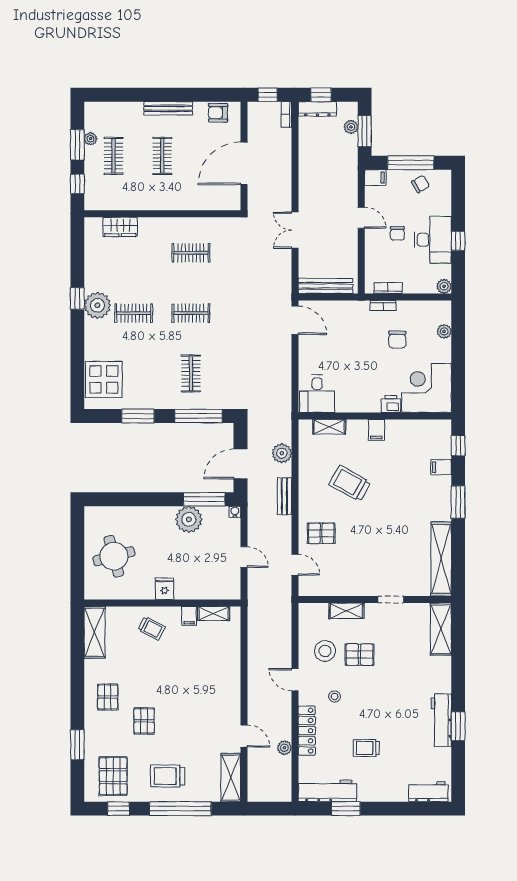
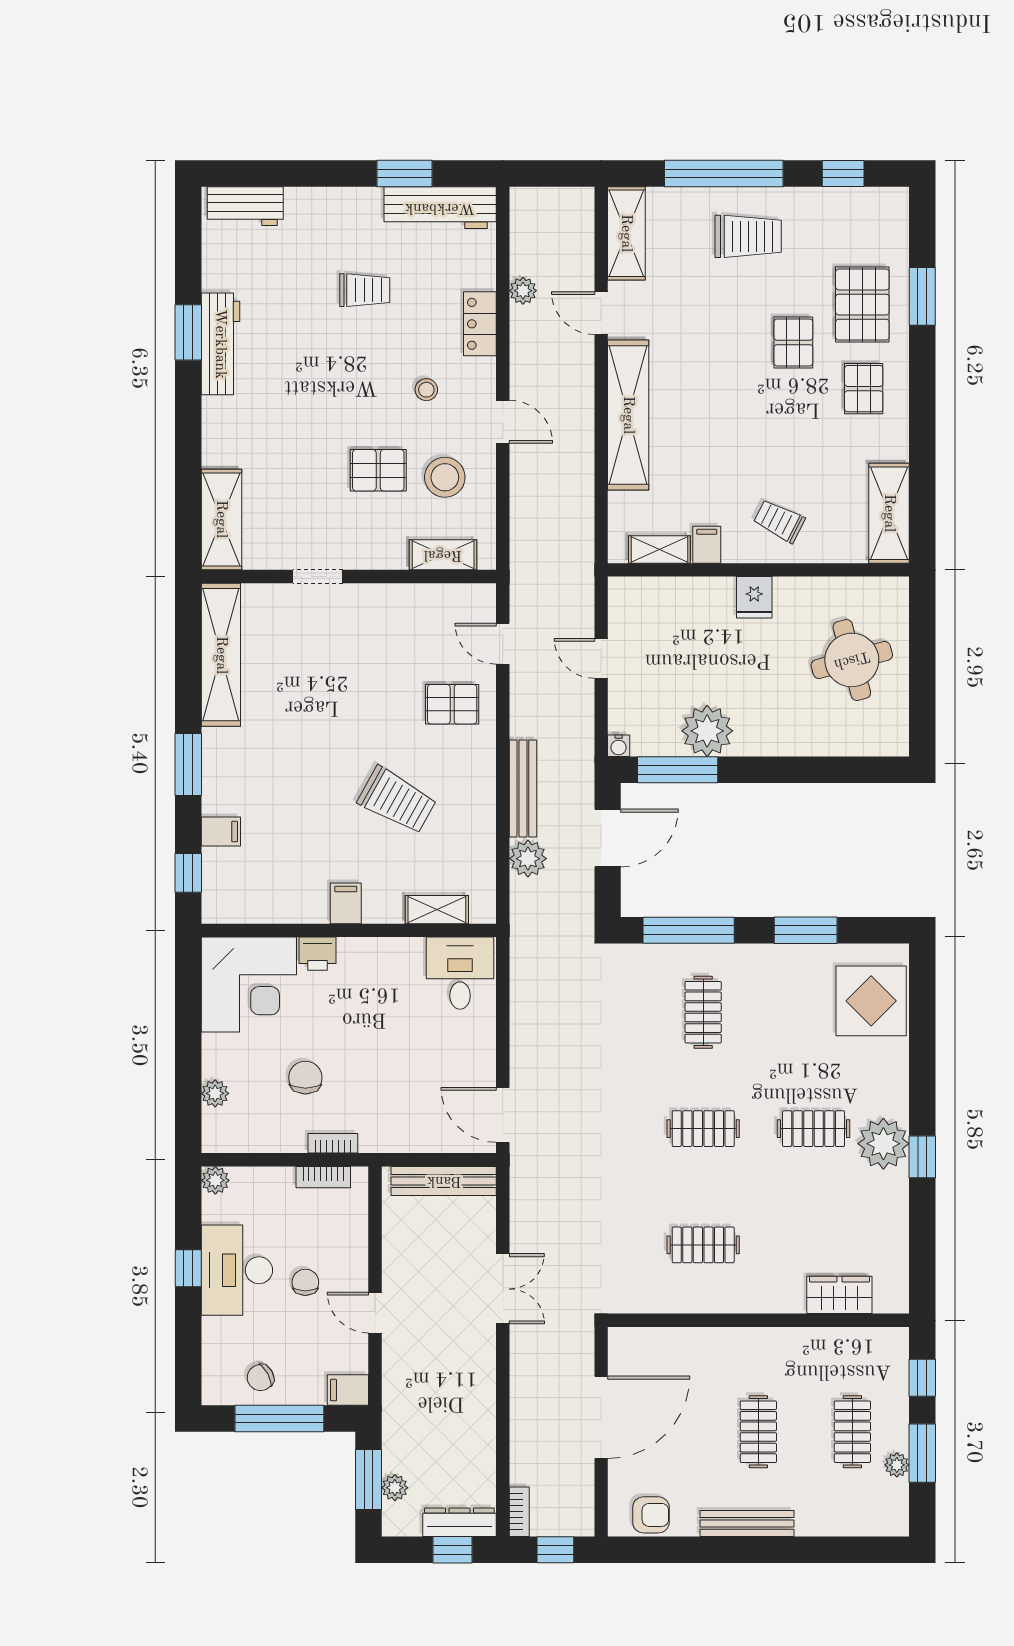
bench: (284, 496) -> (523, 789), width x1.36
shelving: (346, 611) -> (443, 555), moved
shelving: (230, 683) -> (628, 415), added
locker: (307, 731) -> (480, 324), width x0.66
pallet: (113, 776) -> (862, 305), moved

